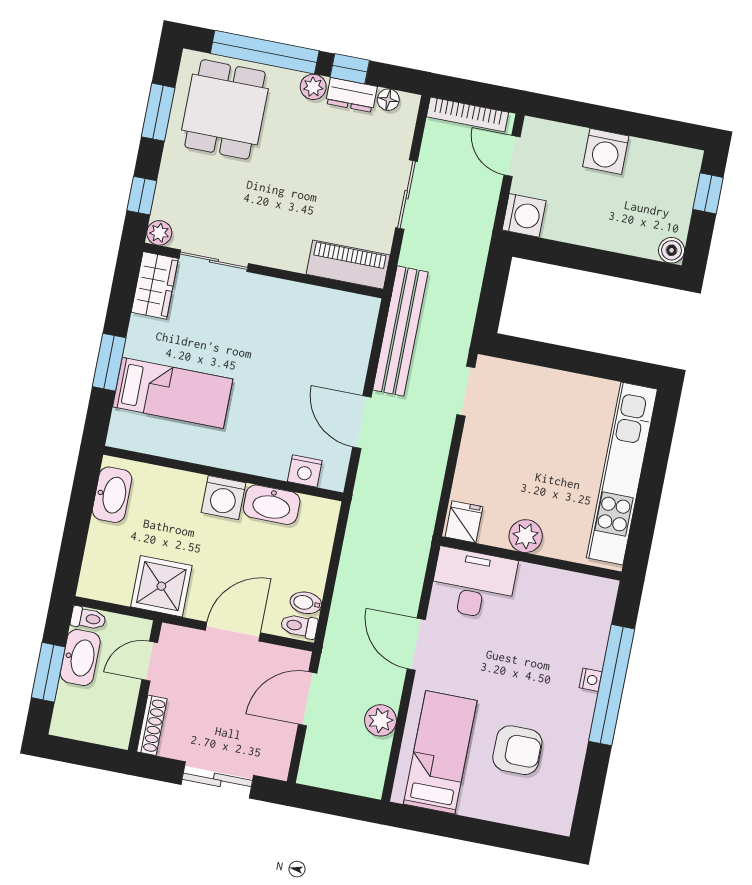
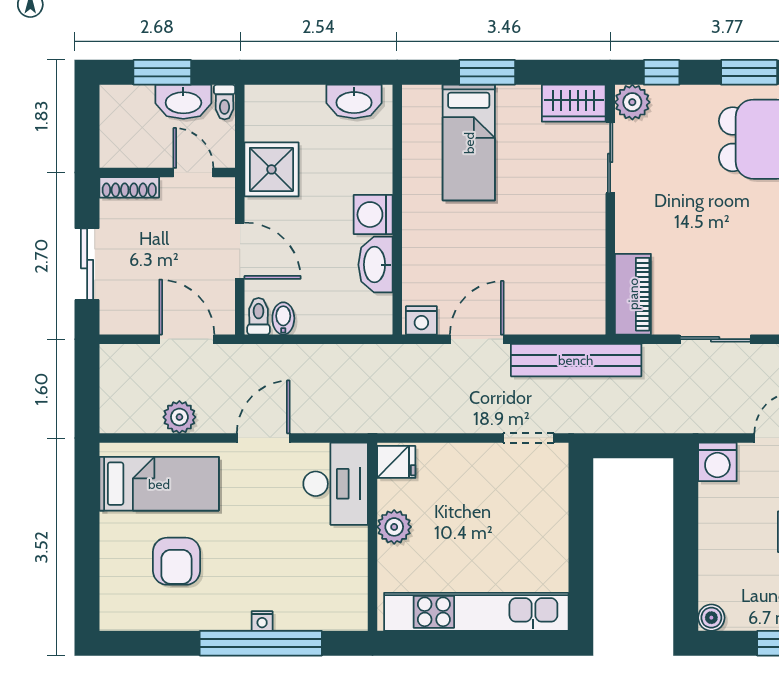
plant: (159, 233) -> (632, 102), width x1.38, depth x1.38
nightstand: (305, 471) -> (421, 320), moved, turned -90

